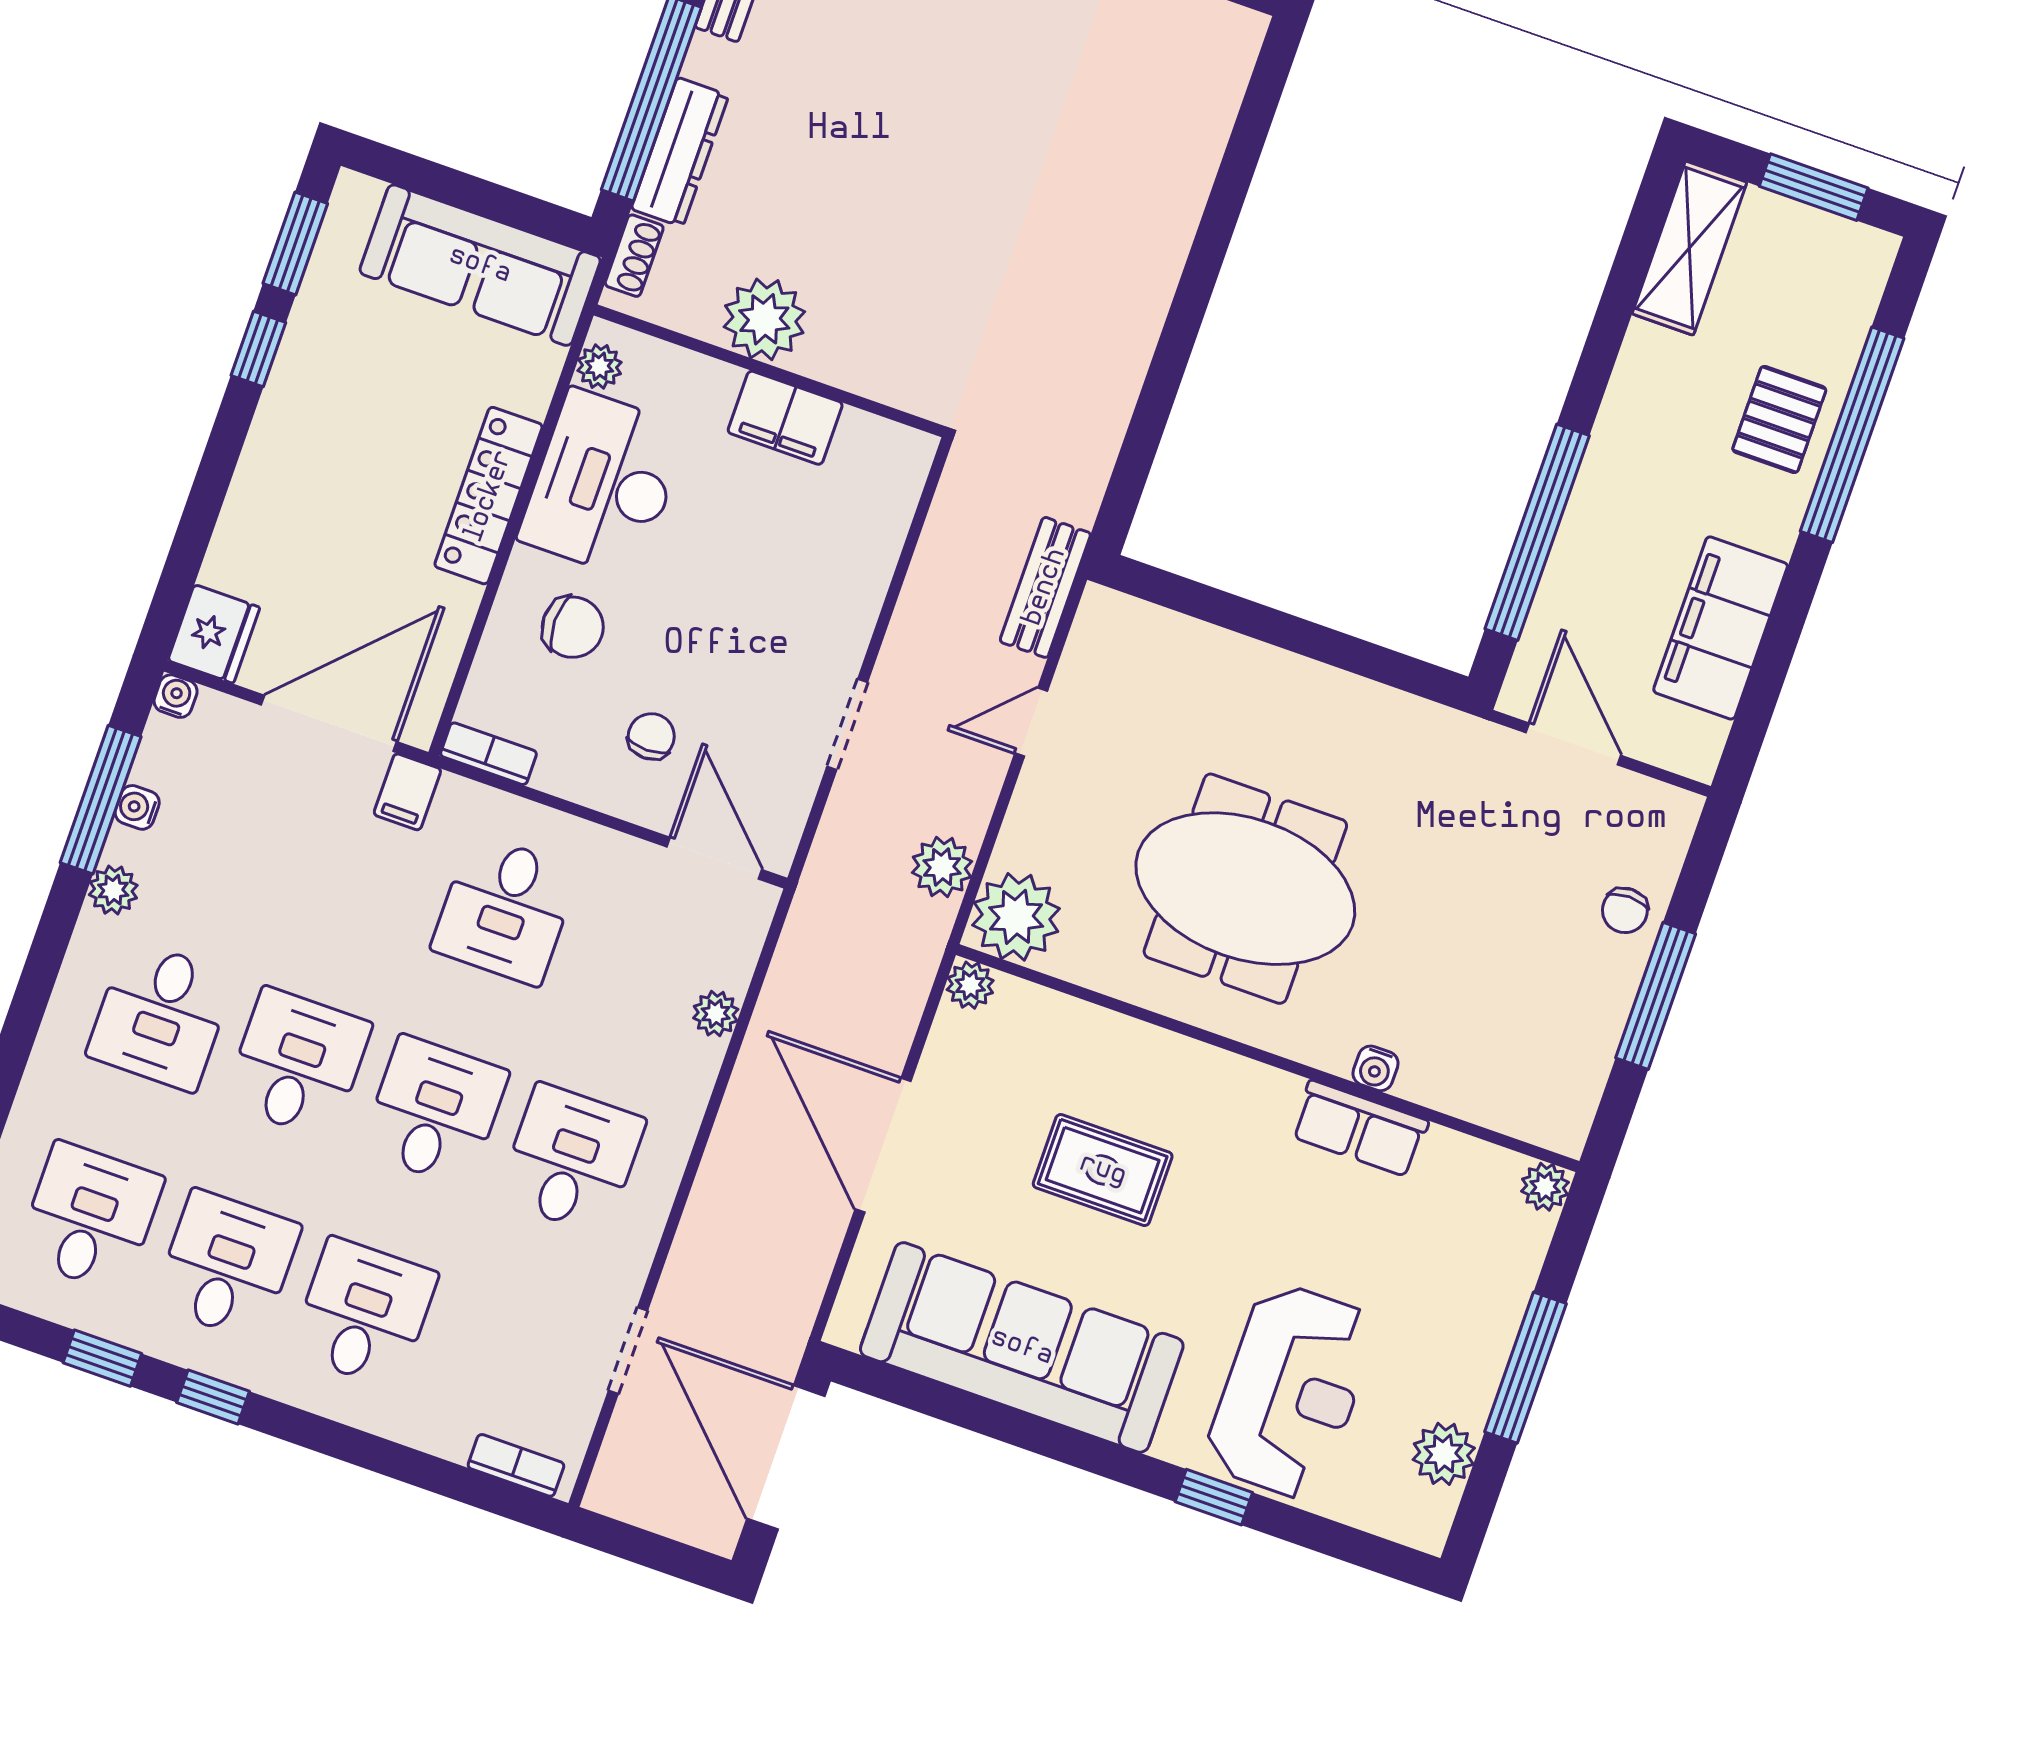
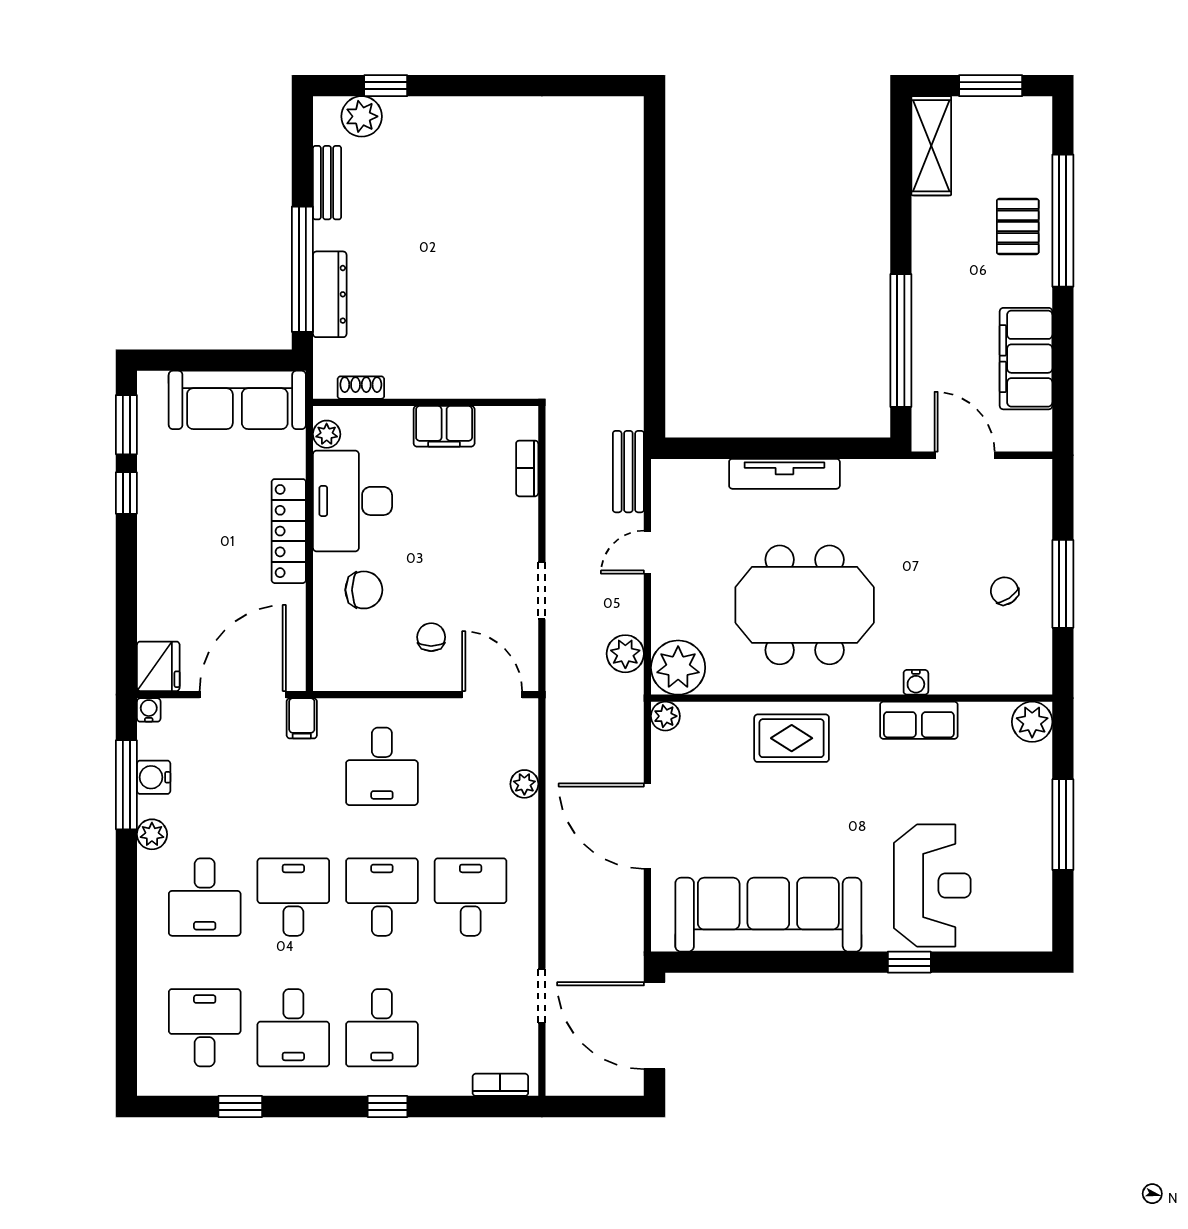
shoe rack: (634, 256) -> (361, 388), moved, turned -90
plant: (764, 319) -> (412, 374), removed
tv unit: (1285, 675) -> (784, 474), added
bookcase: (488, 754) -> (527, 468), moved, turned -90
water cooler: (137, 807) -> (154, 777), width x1.38, depth x1.38
chair: (1625, 910) -> (1005, 591), moved, turned 146
rug: (1103, 1170) -> (792, 738), moved
plant: (1545, 1187) -> (1032, 722), width x1.38, depth x1.38
desk: (227, 1265) -> (293, 1028), turned 180
desk: (364, 1313) -> (382, 1028), turned 180
window: (213, 1397) -> (387, 1107), moved
plant: (1444, 1454) -> (1033, 891), removed

